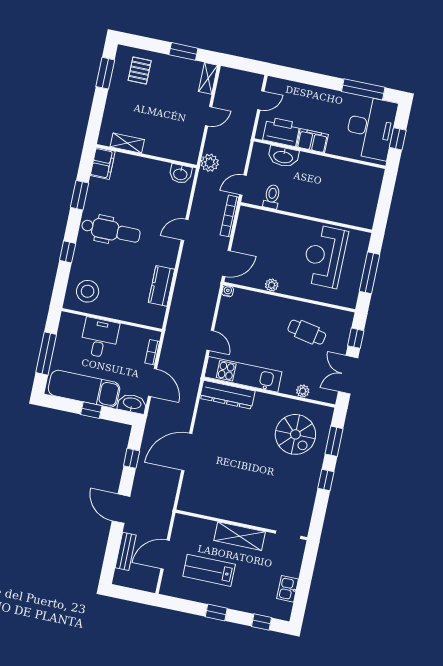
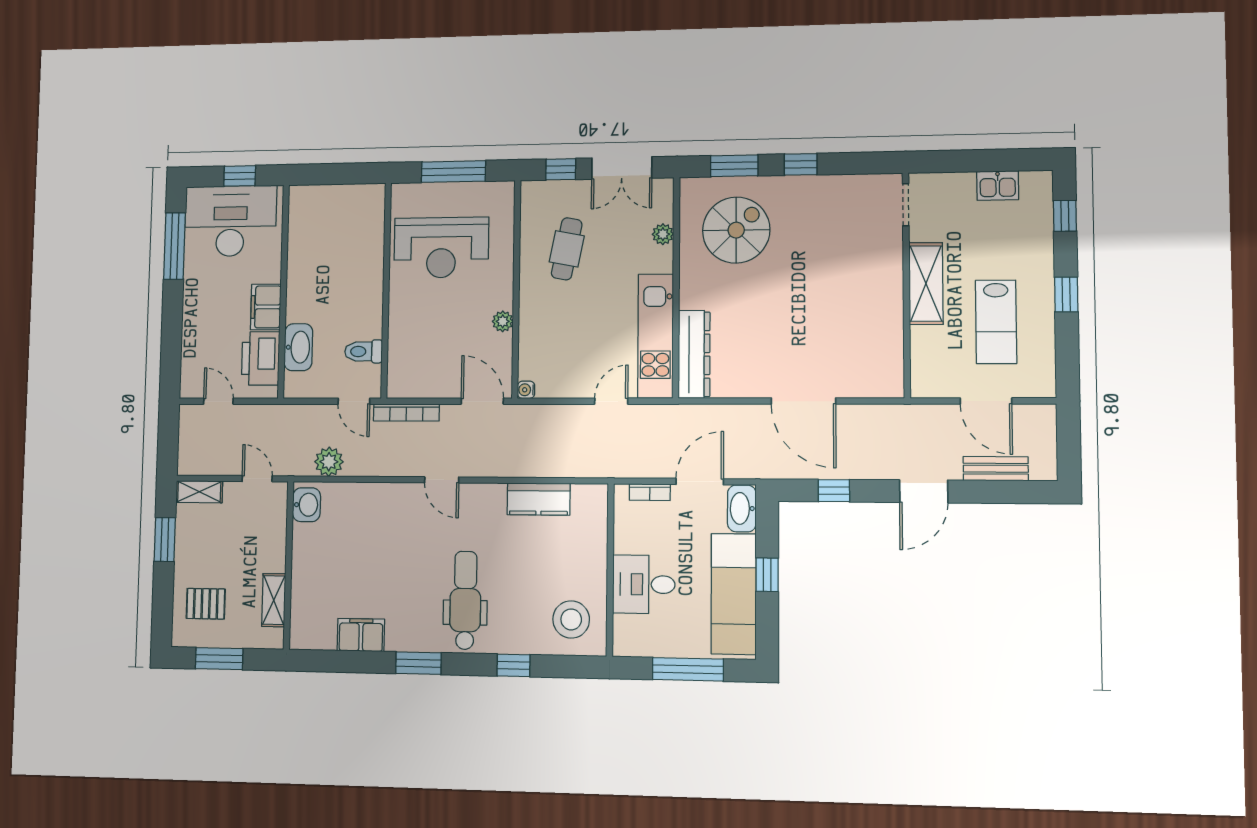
shelving: (127, 143) -> (274, 600), moved
wall: (146, 156) -> (289, 565), moved
washbasin: (180, 174) -> (306, 505), moved

